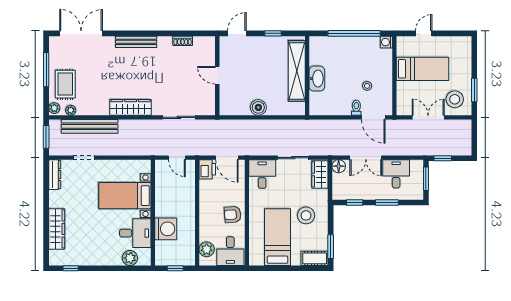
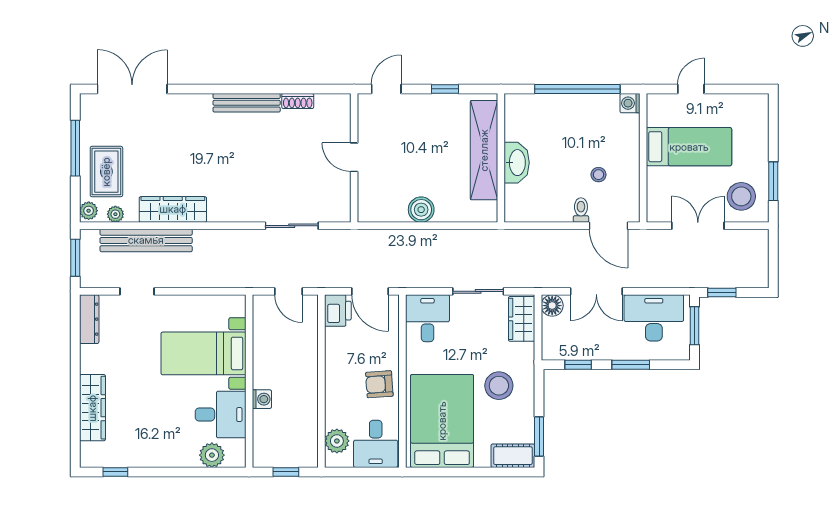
bench: (136, 42) -> (247, 103), moved
wardrobe: (131, 107) -> (173, 209), moved
desk: (396, 174) -> (654, 318), width x1.37
washing machine: (166, 229) -> (262, 399), width x0.53, depth x0.53
bed: (278, 237) -> (442, 421), width x1.50

